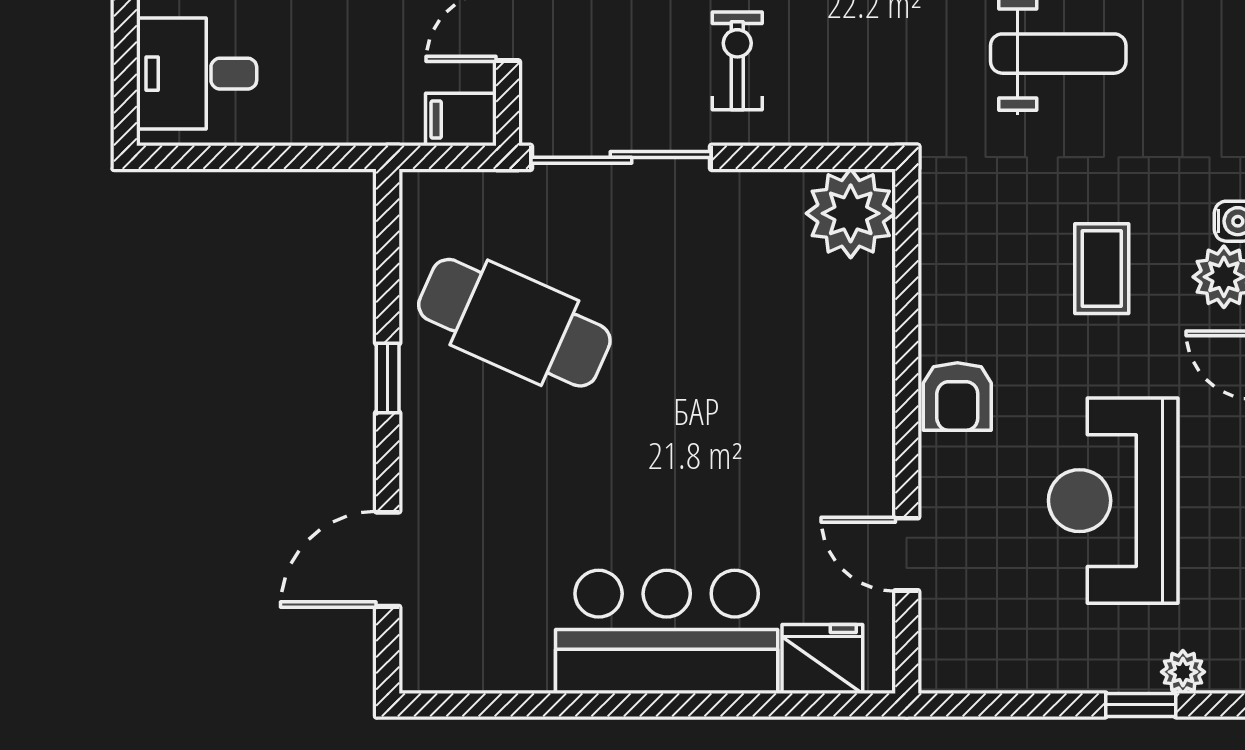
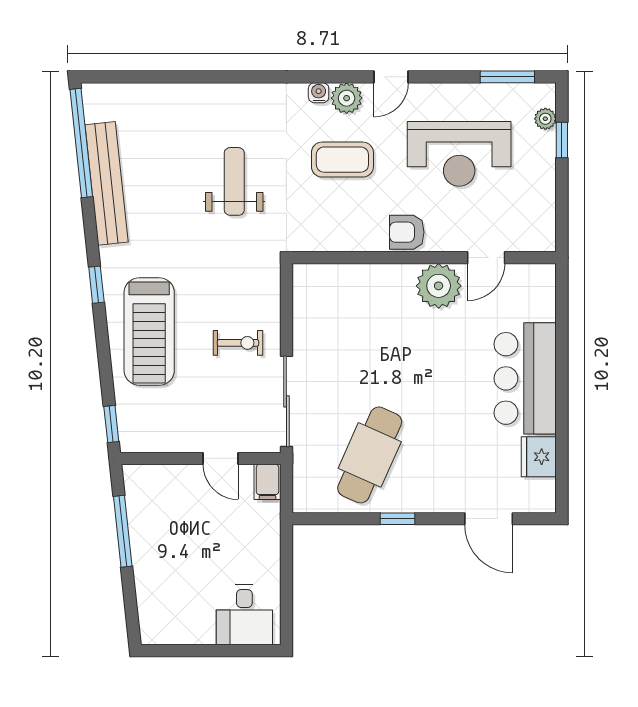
exercise bike: (737, 61) -> (238, 343), turned 180
plant: (851, 213) -> (439, 286), moved
coffee table: (1102, 269) -> (342, 160), width x1.36, depth x1.30
armchair: (957, 396) -> (407, 232), turned 180
fridge: (822, 659) -> (539, 457), moved

